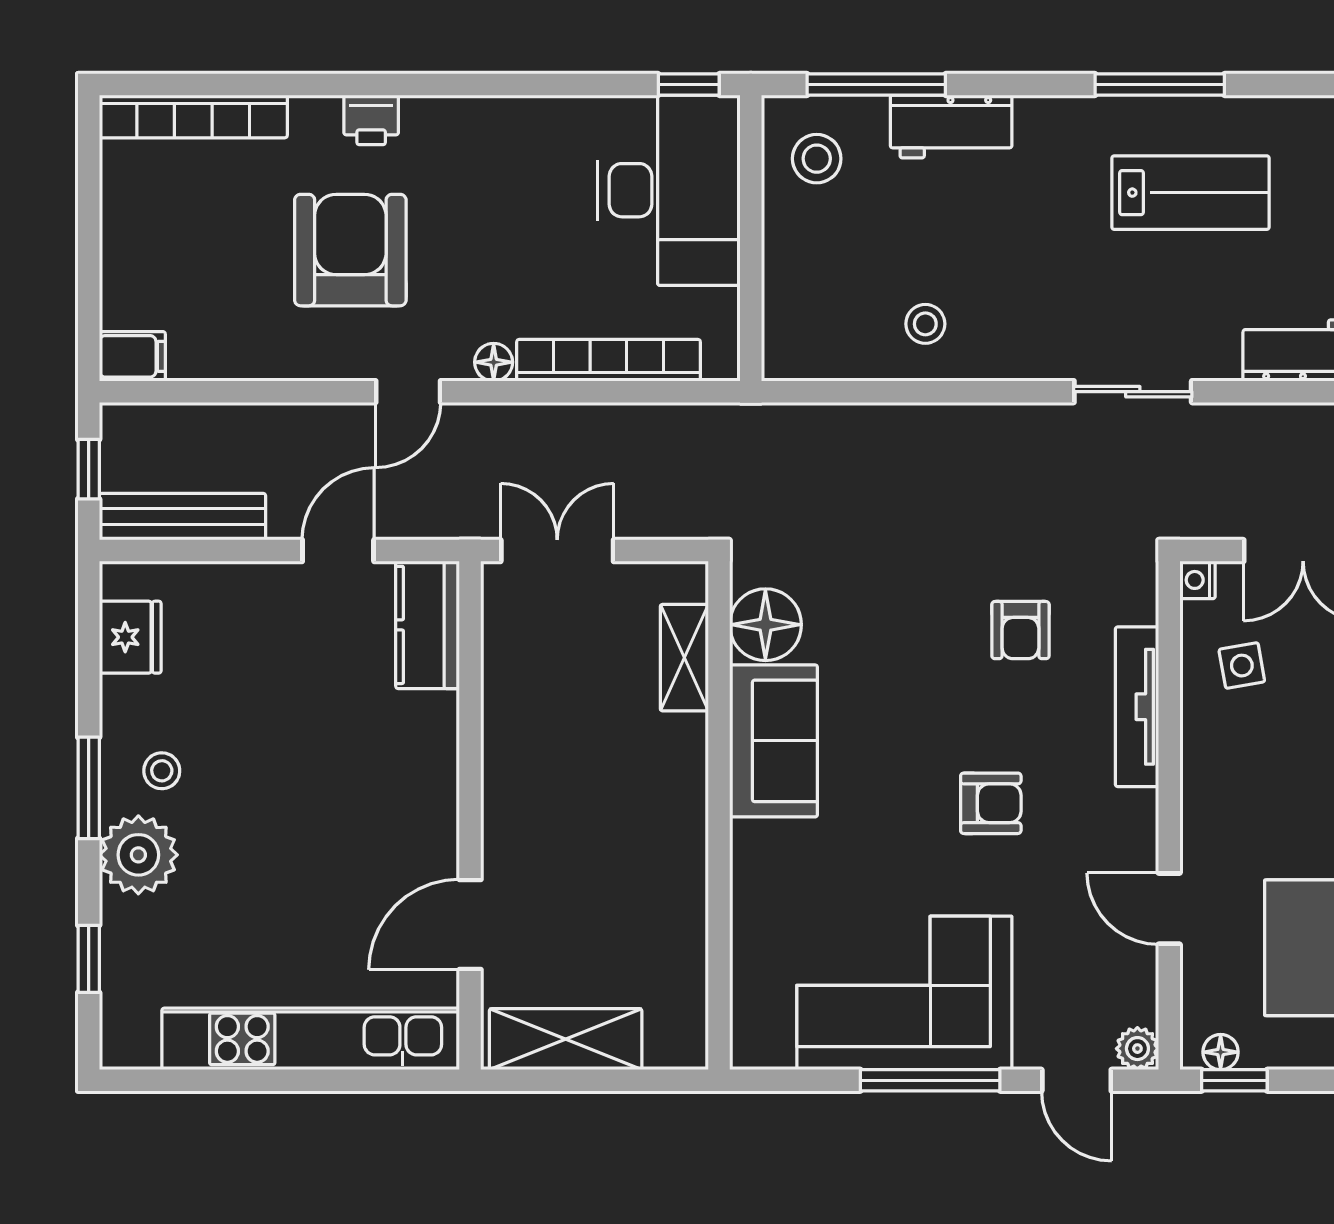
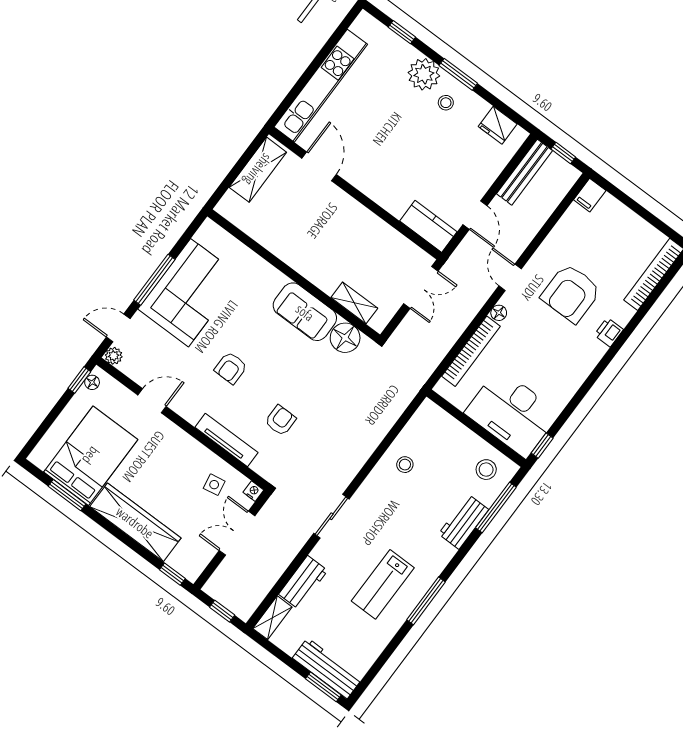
armchair: (350, 250) -> (571, 293), turned 90
armchair: (1020, 630) -> (280, 420), turned 90

